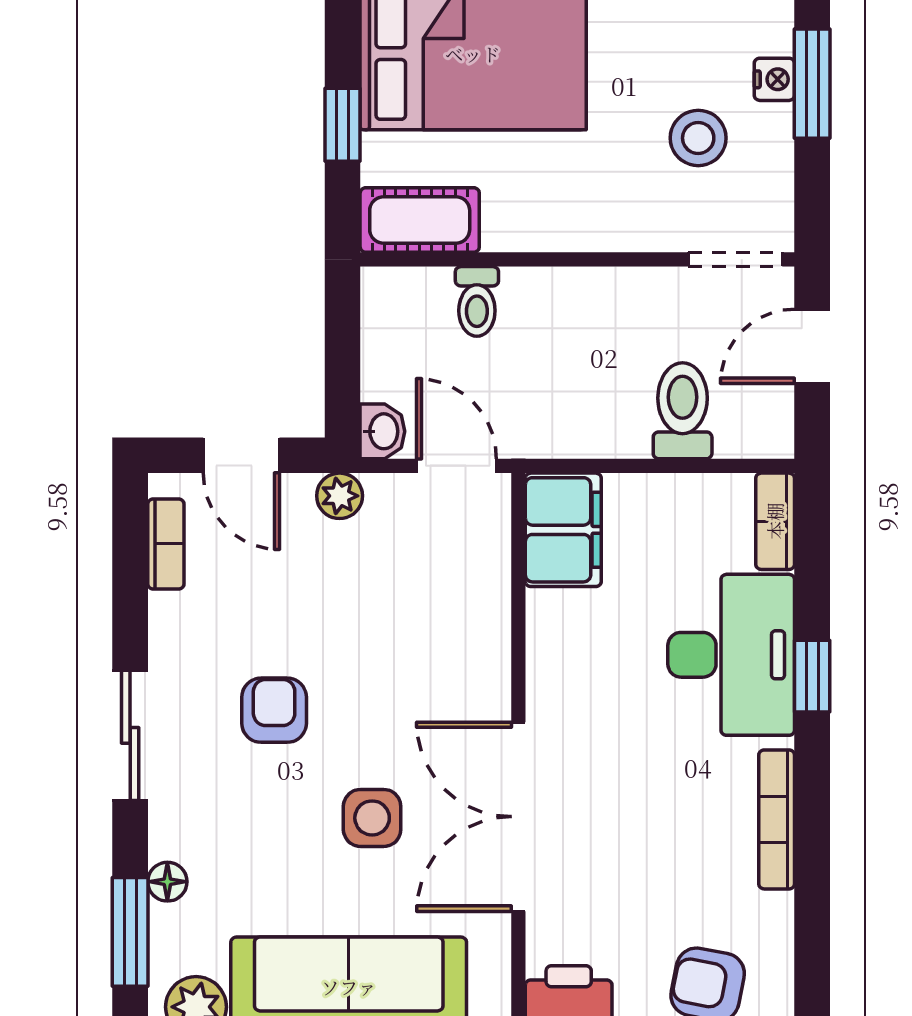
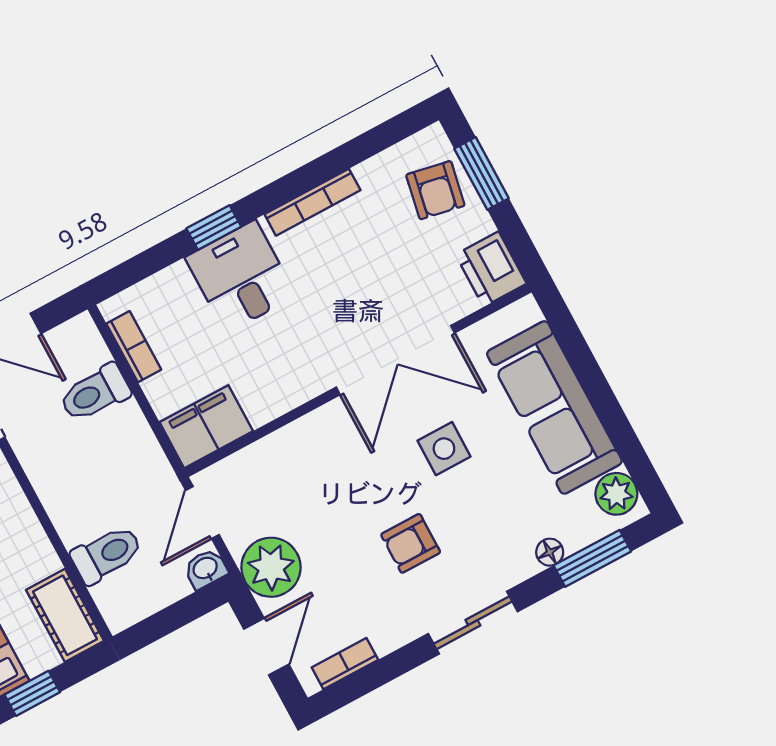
toilet: (477, 301) -> (107, 554), width x1.37, depth x1.39
plant: (340, 496) -> (271, 567), width x1.88, depth x1.88
bookcase: (775, 521) -> (134, 347), moved, turned -90
desk: (731, 655) -> (241, 277), width x0.73

